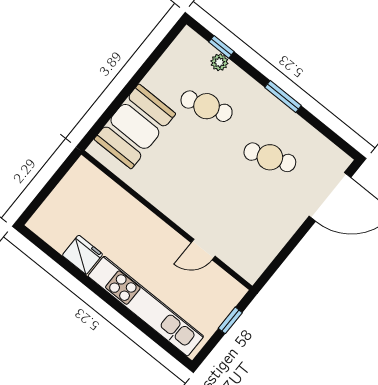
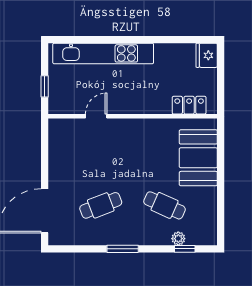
cafe table: (207, 106) -> (165, 205), turned 42
locker: (102, 186) -> (189, 105), added
fridge: (82, 255) -> (207, 55), moved, turned 90

